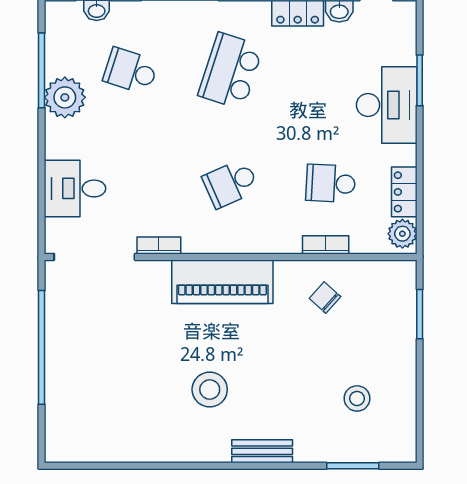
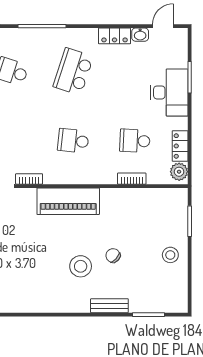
school desk: (231, 183) -> (73, 141), turned 30
chair: (325, 298) -> (113, 256), moved
stool: (210, 389) -> (81, 266), moved
stool: (357, 398) -> (170, 255), moved
bench: (262, 451) -> (109, 306), moved

